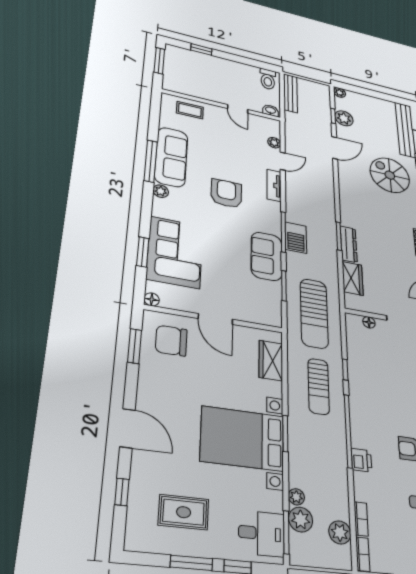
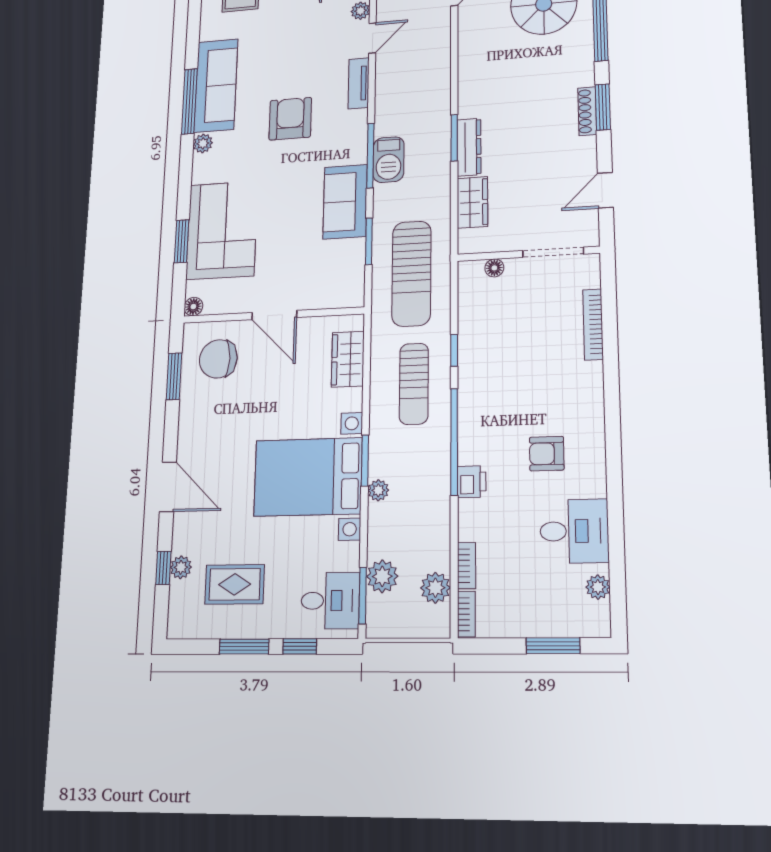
plant: (137, 493) -> (181, 567), added
plant: (296, 497) -> (378, 490), moved

